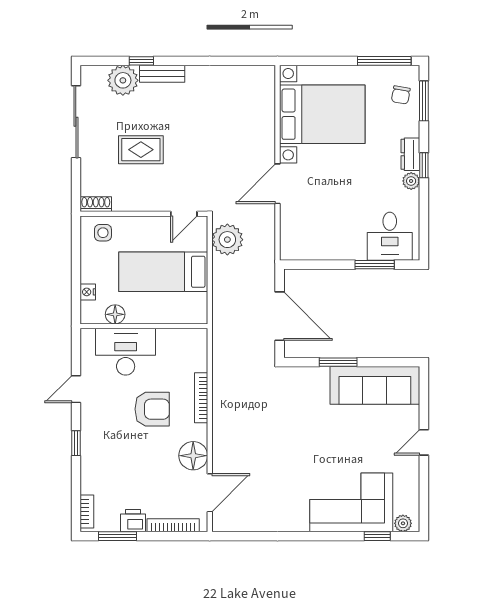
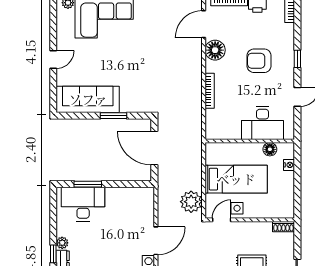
side table: (103, 233) -> (237, 208), moved
desk: (390, 236) -> (83, 204), width x1.37
armchair: (152, 409) -> (259, 61), moved

